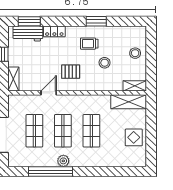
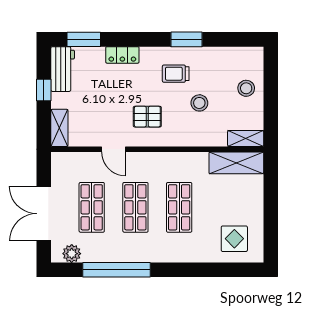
workbench: (28, 33) -> (63, 69), moved, turned -90
door: (49, 93) -> (114, 149), swing flipped
display table: (134, 137) -> (234, 239), moved
plant: (63, 161) -> (72, 254), moved

